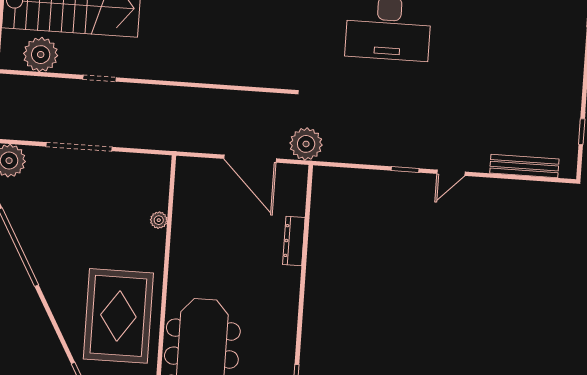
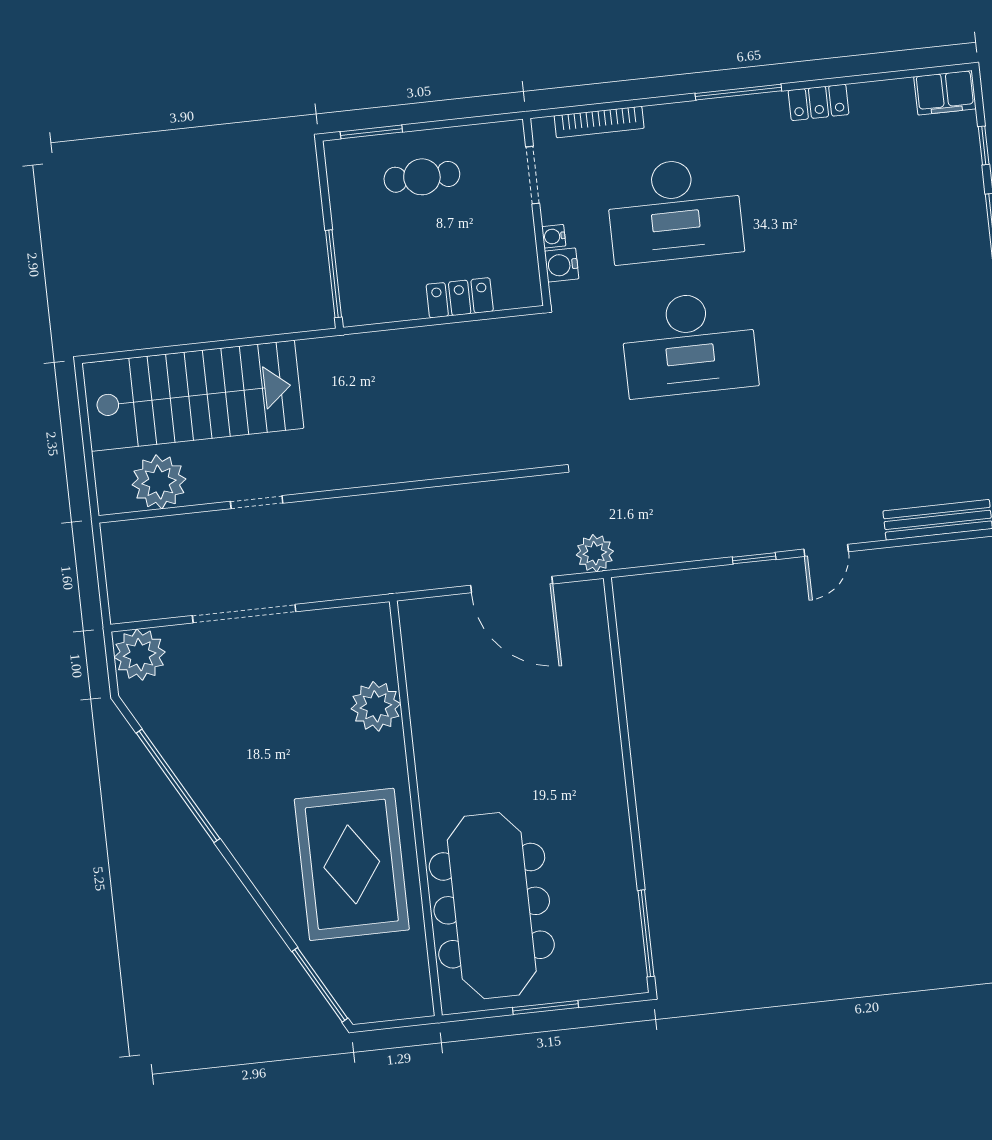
plant: (306, 144) -> (595, 553), width x0.73, depth x0.73
plant: (159, 220) -> (376, 706), width x1.87, depth x1.87
dresser: (294, 241) -> (602, 700), removed

